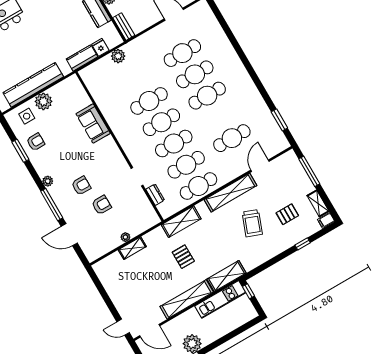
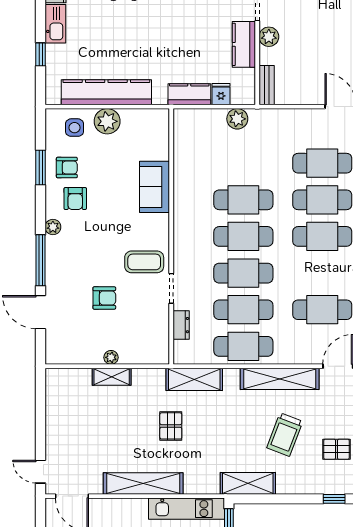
coffee table: (112, 170) -> (144, 262), added
armchair: (81, 186) -> (75, 199), moved, turned 90
shelving: (227, 276) -> (248, 483), moved

